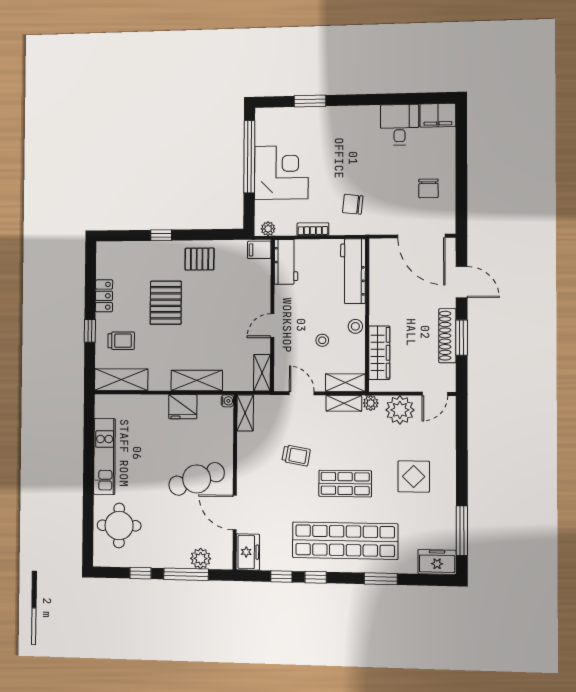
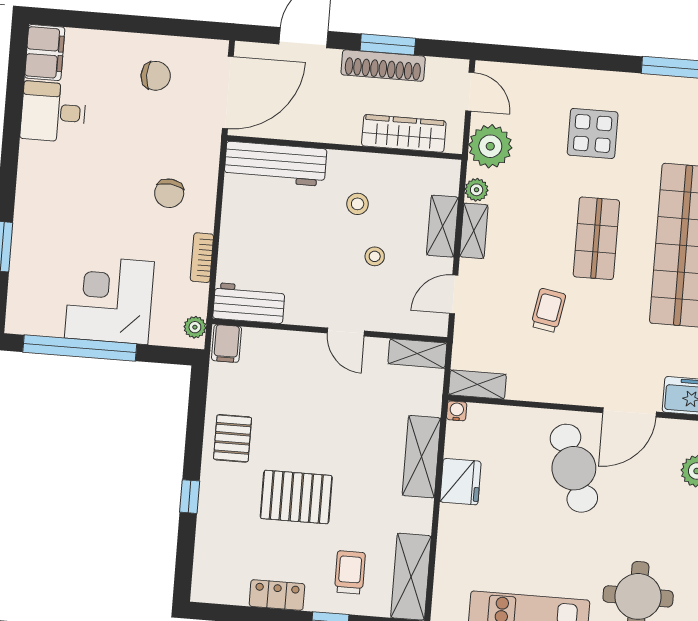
workbench: (353, 271) -> (275, 164), moved
wall: (367, 315) -> (344, 147), moved
wardrobe: (379, 353) -> (404, 133), moved

